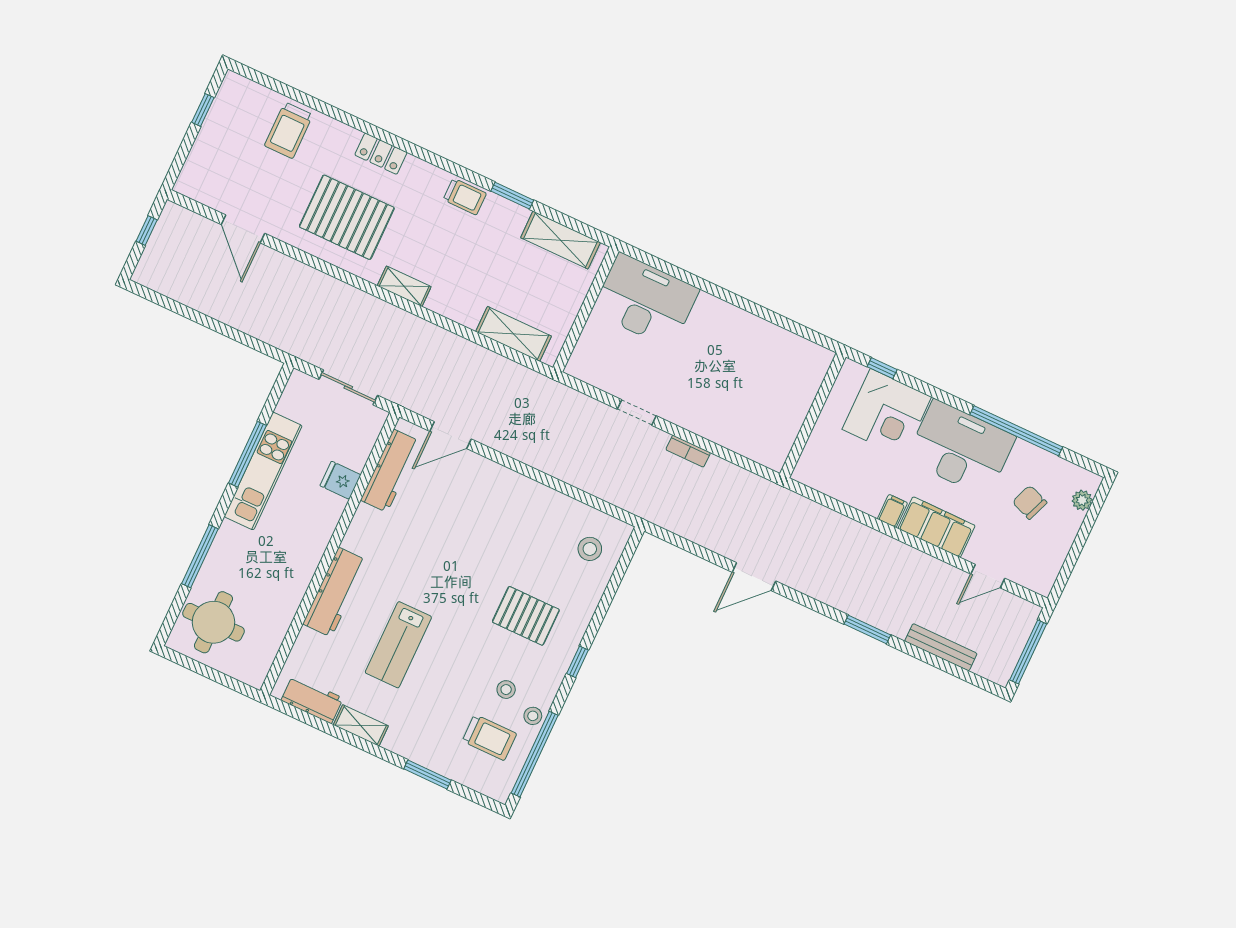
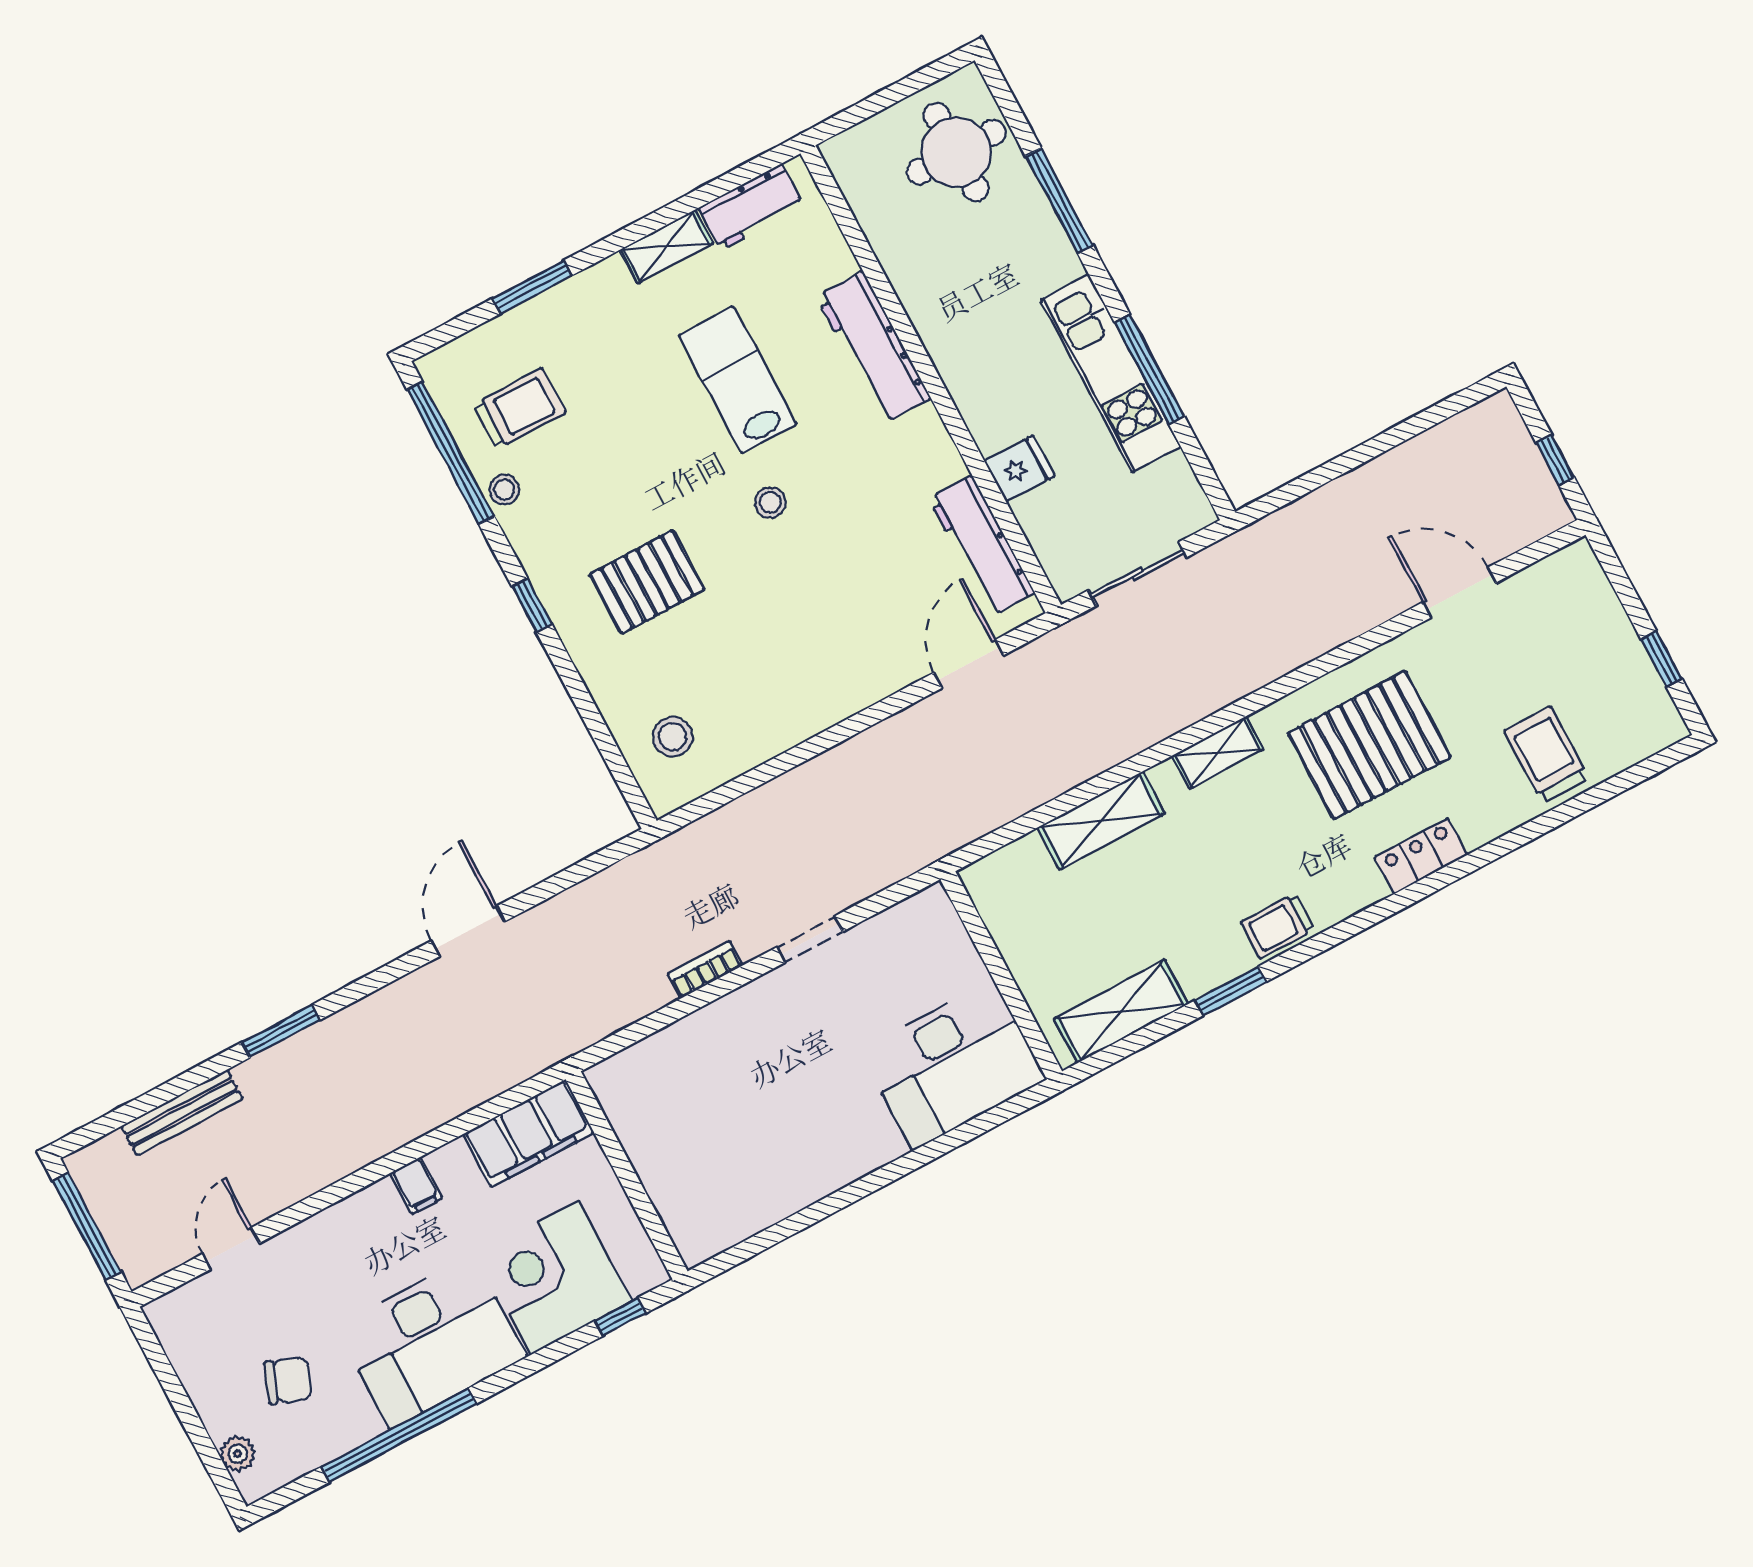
shelving: (514, 334) -> (1101, 820), moved
filing cabinet: (937, 527) -> (529, 1133), moved
stool: (506, 690) -> (770, 503), moved
trolley: (489, 737) -> (519, 409), turned 180

